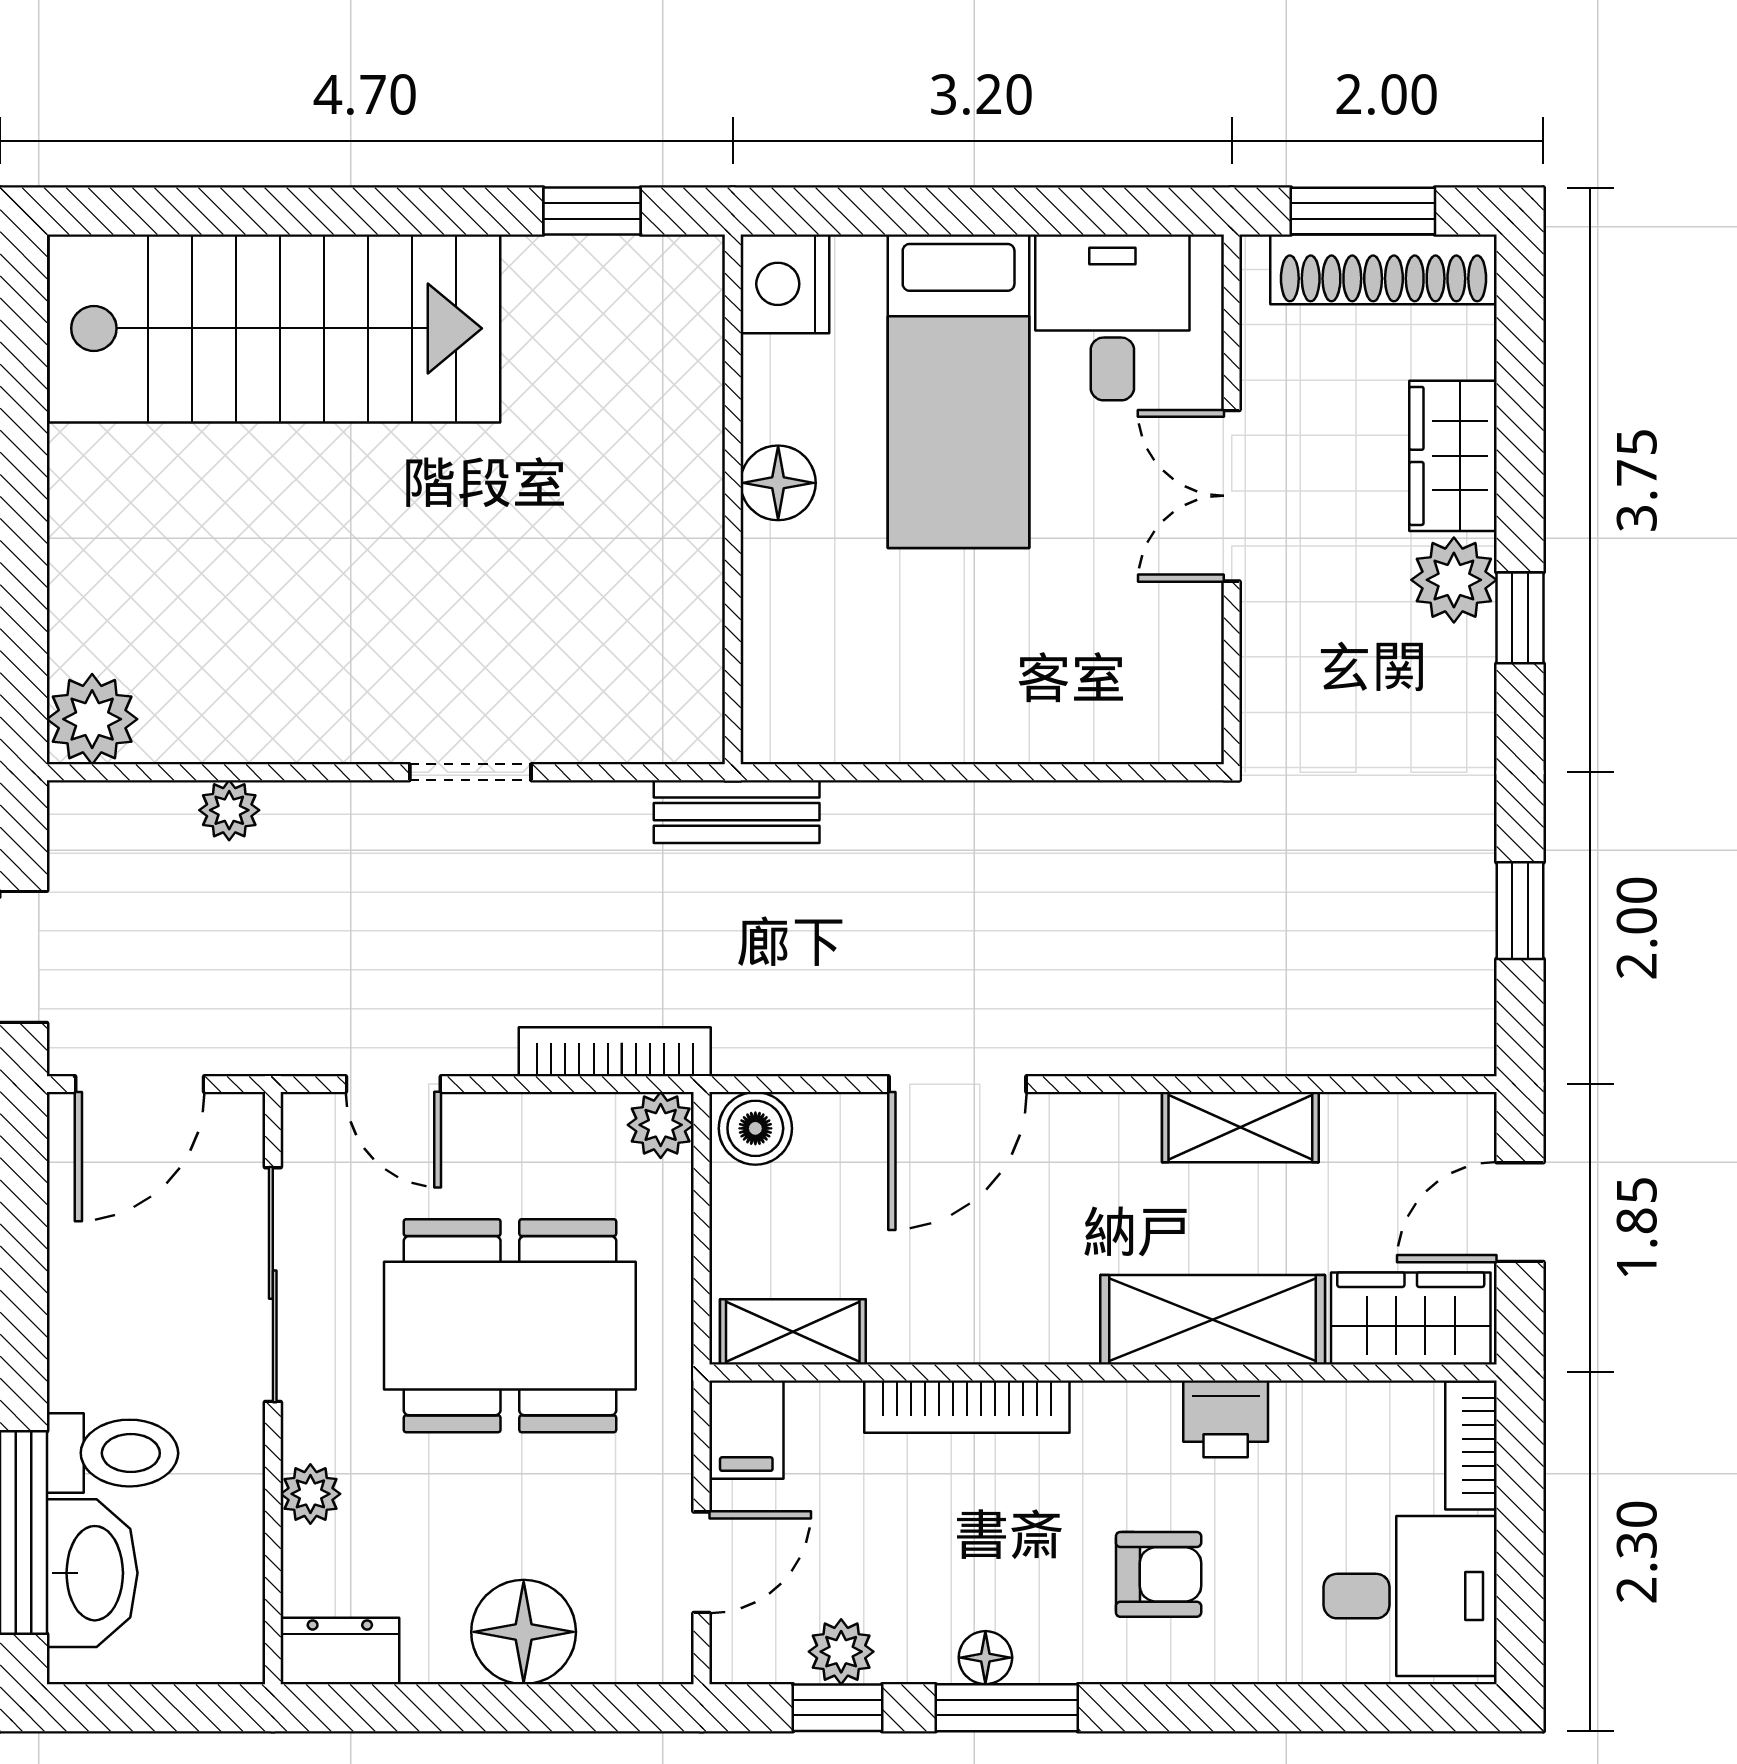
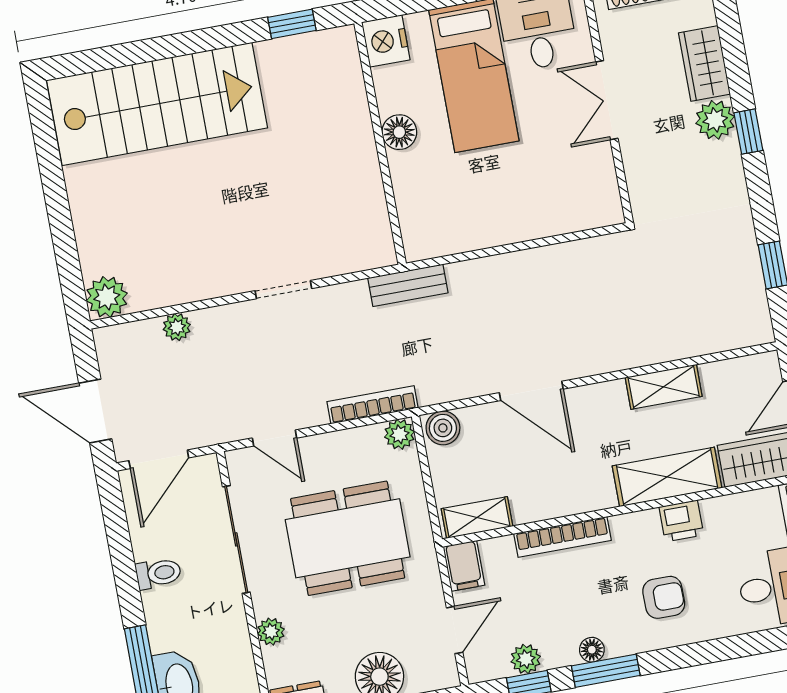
door: (957, 1084) -> (531, 391), hinge flipped
toilet: (112, 1453) -> (158, 573), moved, width x0.73, depth x0.72

